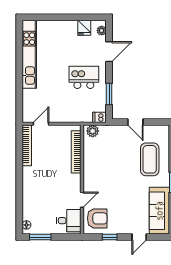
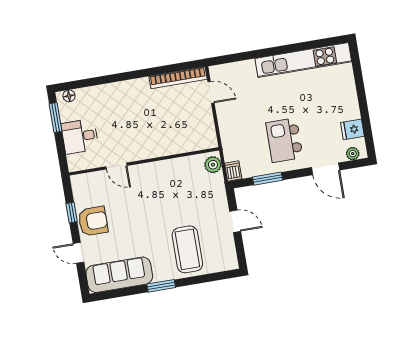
kitchen island: (84, 77) -> (284, 140), turned 180
door: (135, 122) -> (235, 221), swing flipped
bookcase: (76, 152) -> (181, 147), removed
coffee table: (150, 159) -> (187, 249), turned 90
armchair: (97, 218) -> (93, 221), moved, turned -90
desk: (69, 221) -> (80, 136), moved, turned 90

